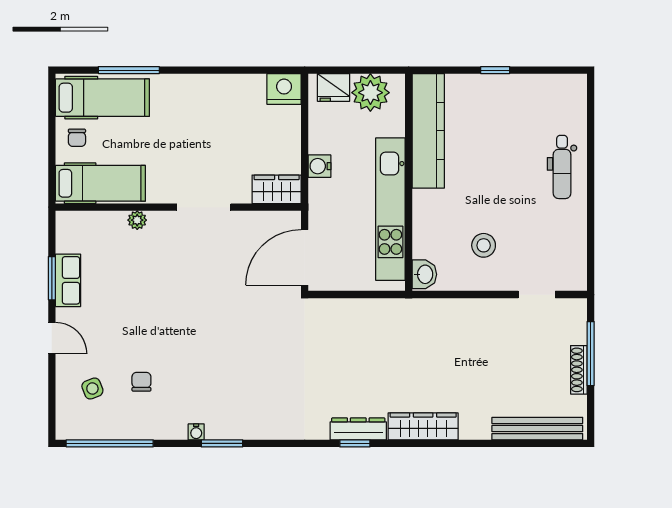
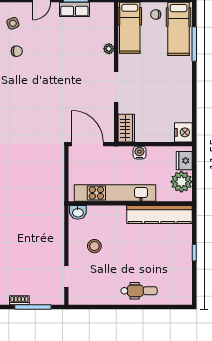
dental chair: (562, 167) -> (139, 291), turned 180
shoe rack: (579, 370) -> (19, 300), width x0.70

